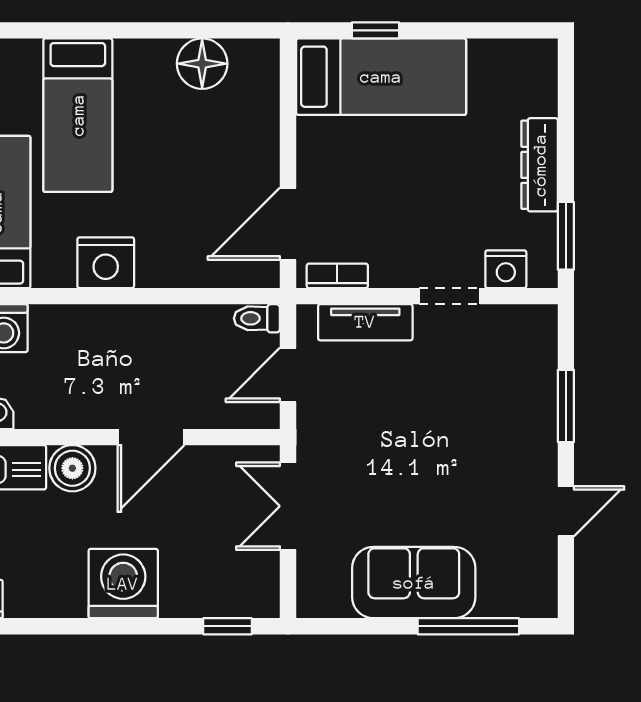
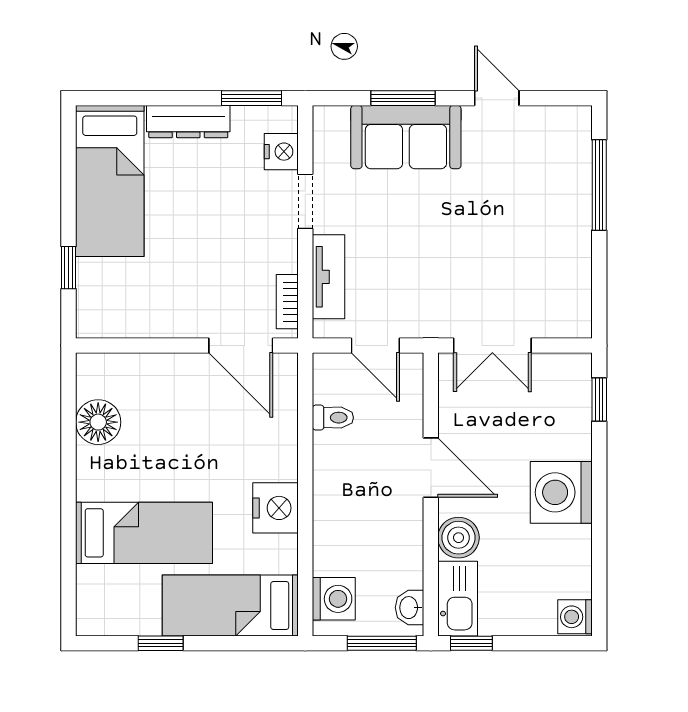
bed: (381, 77) -> (110, 181), moved, turned 180
toilet: (257, 318) -> (333, 418), moved, turned -90
sofa: (414, 583) -> (406, 137), moved, turned -90

